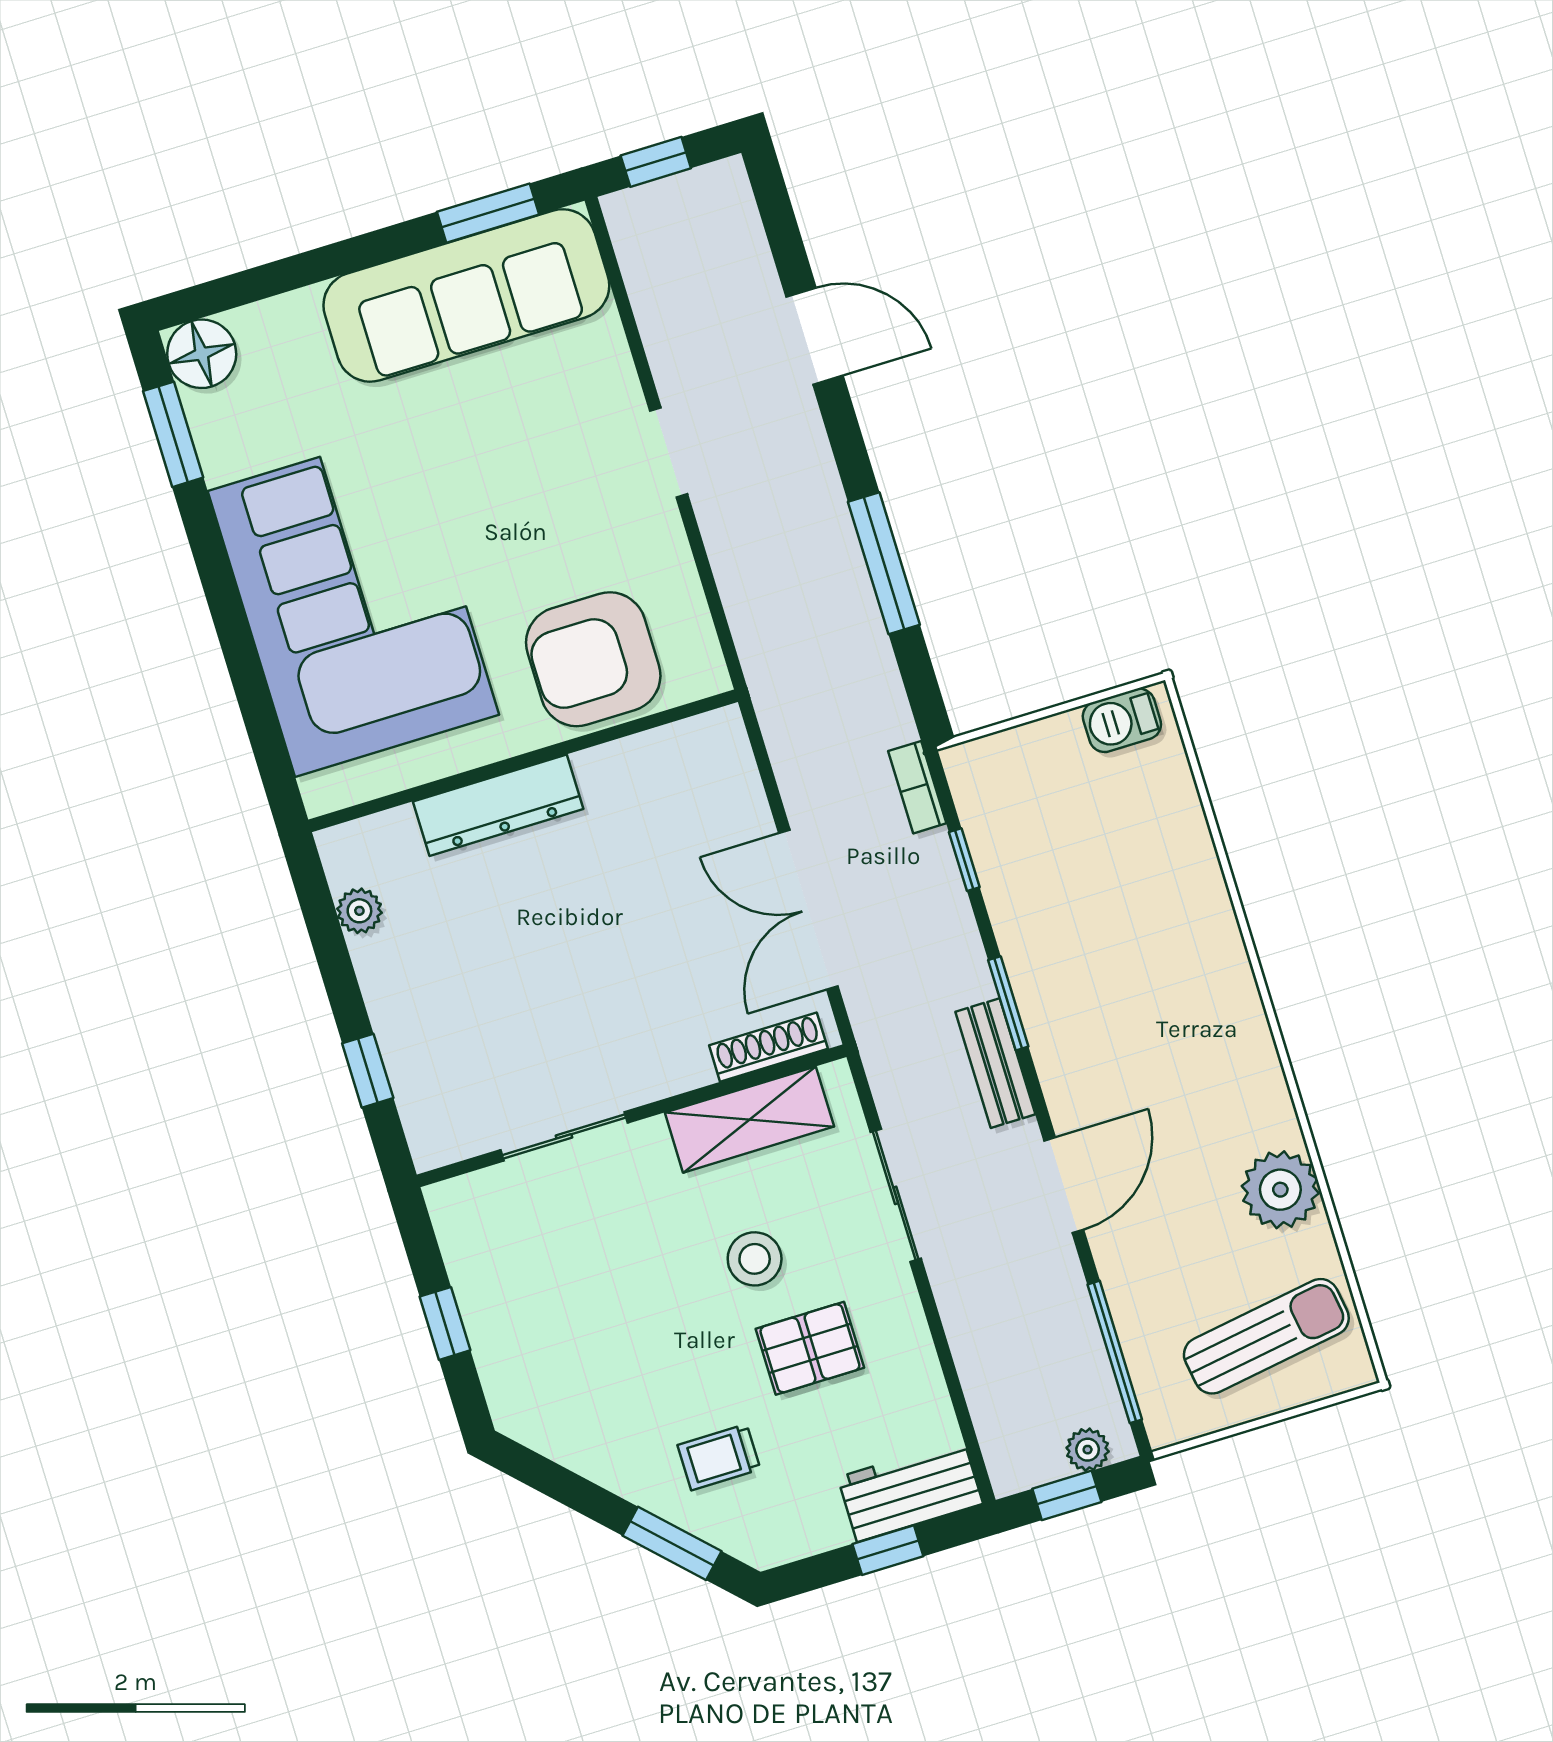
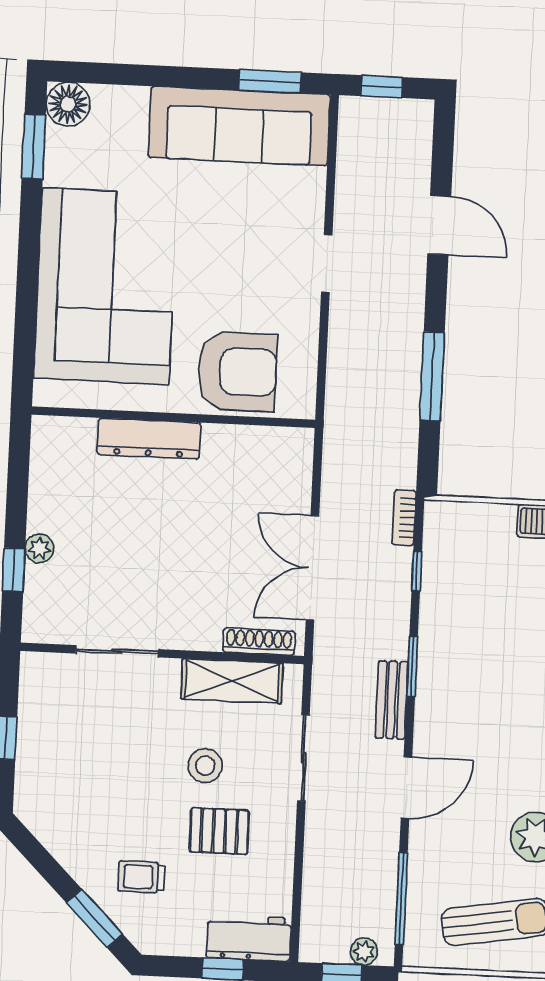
armchair: (593, 659) -> (237, 371), turned 180
plant: (359, 911) -> (39, 548), moved

